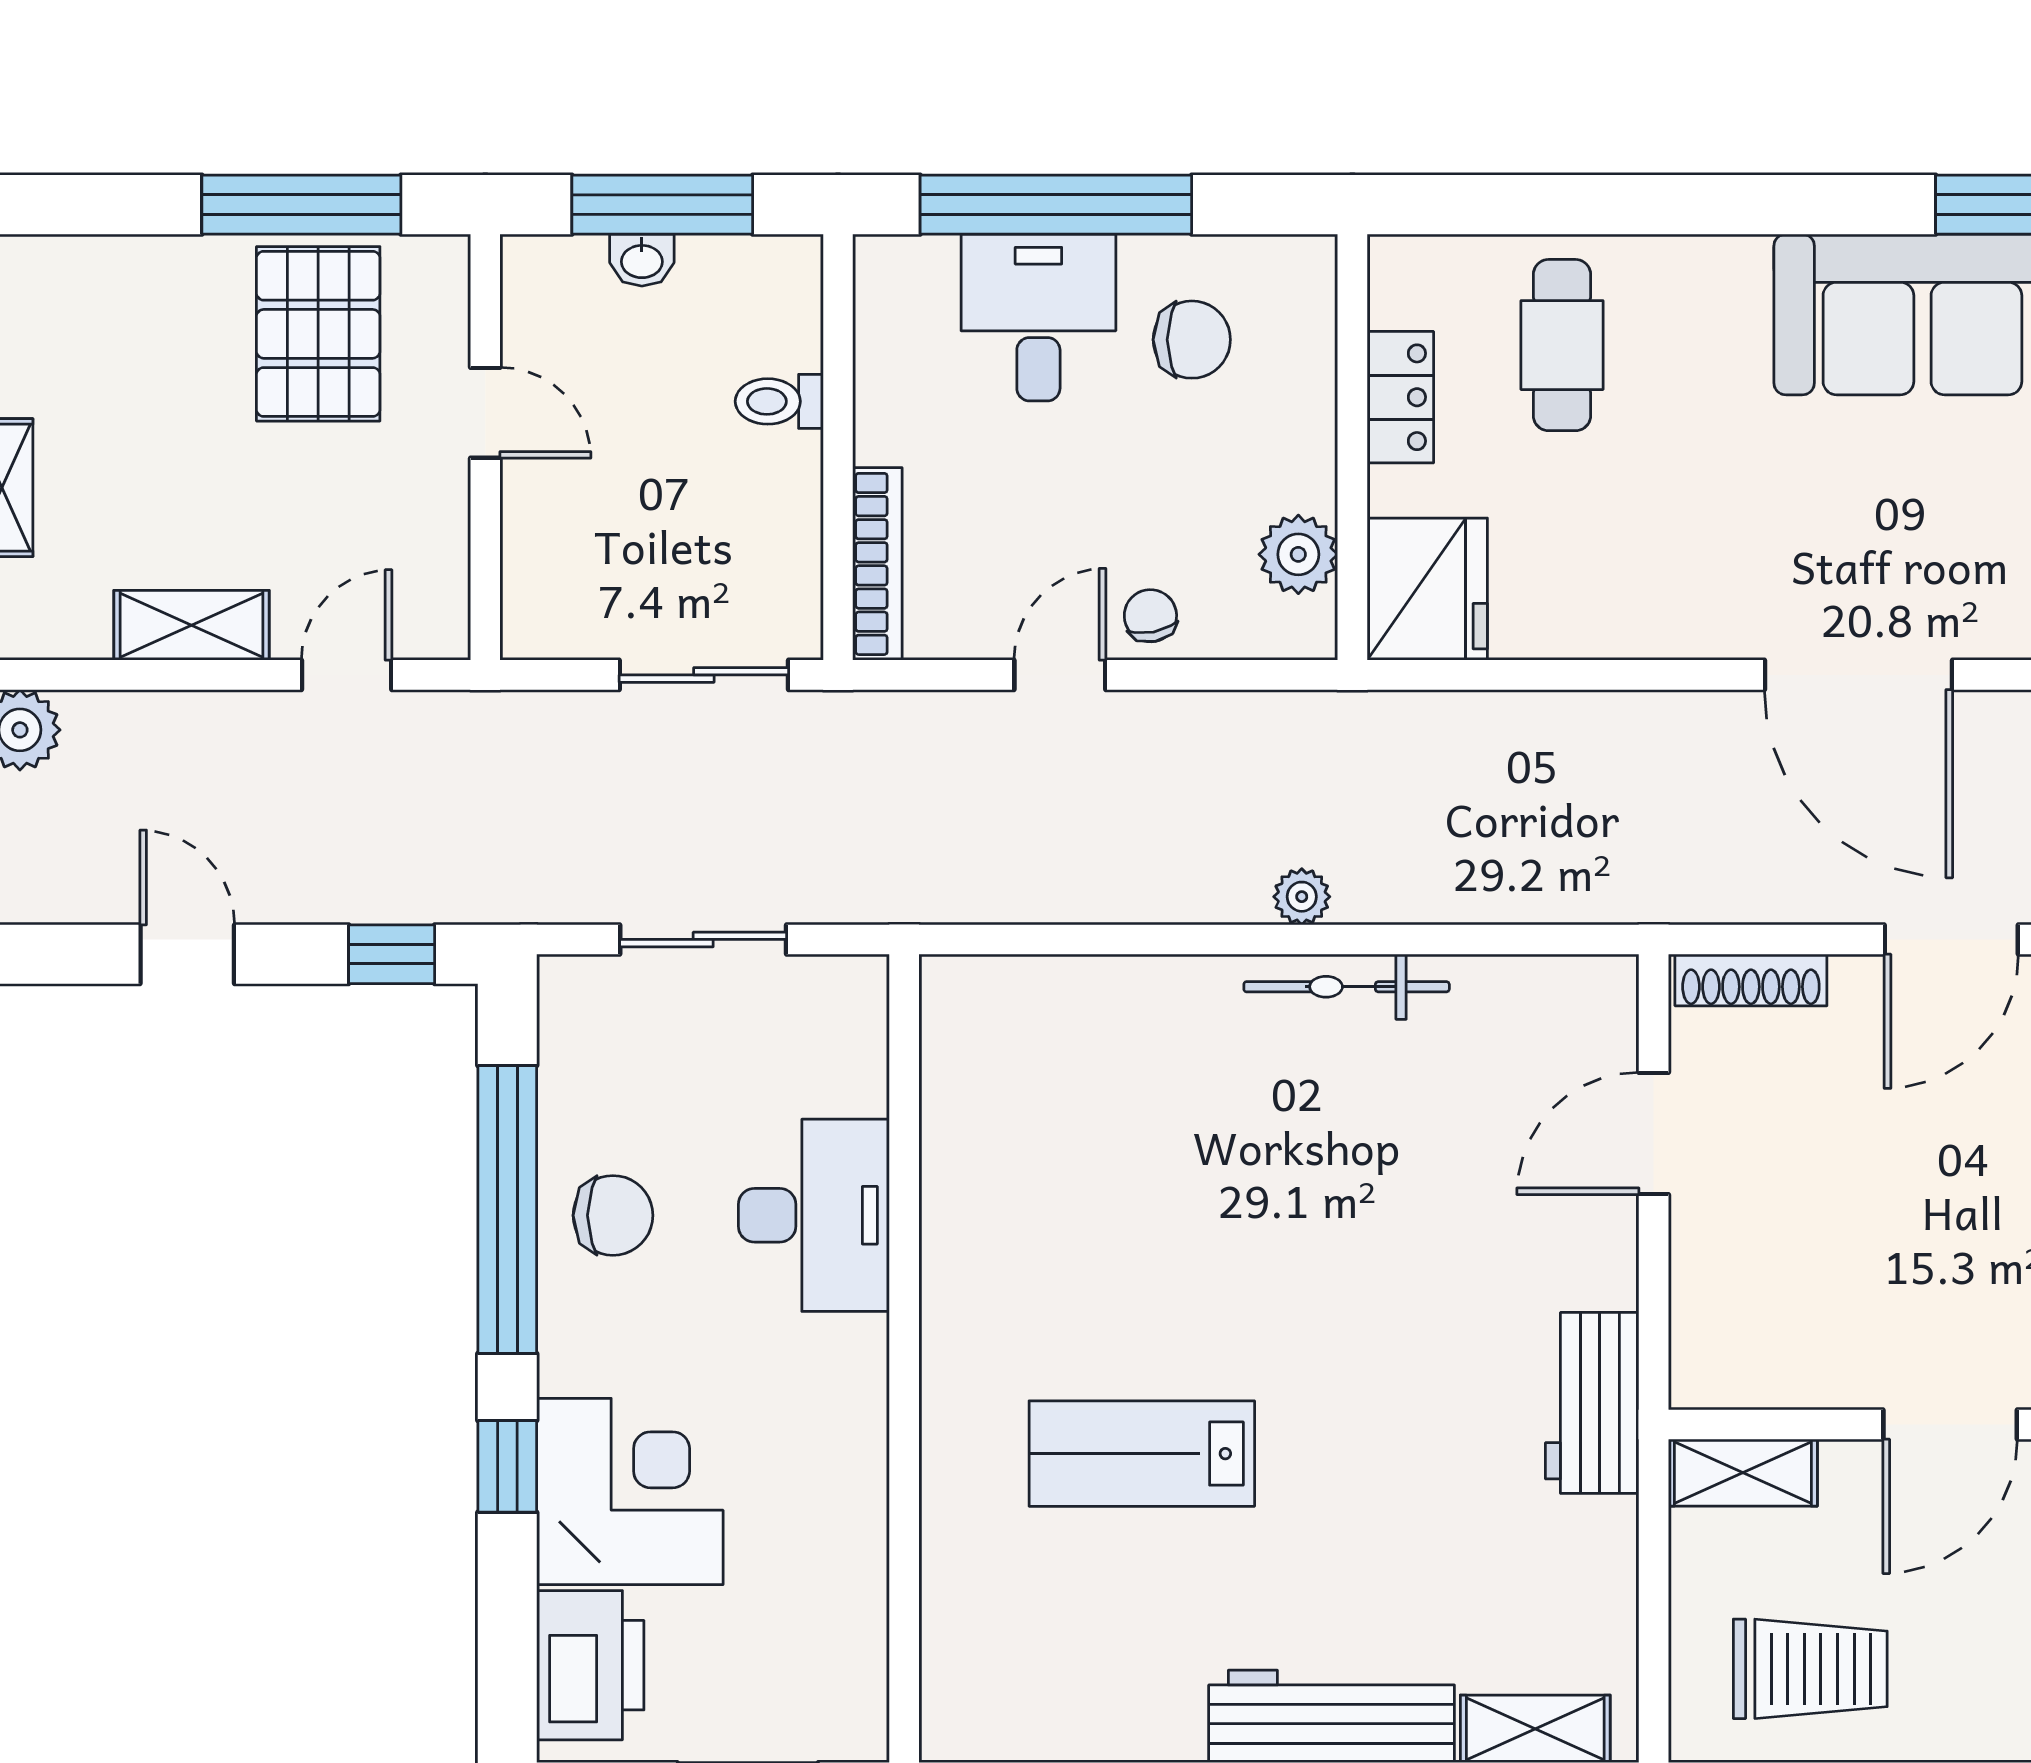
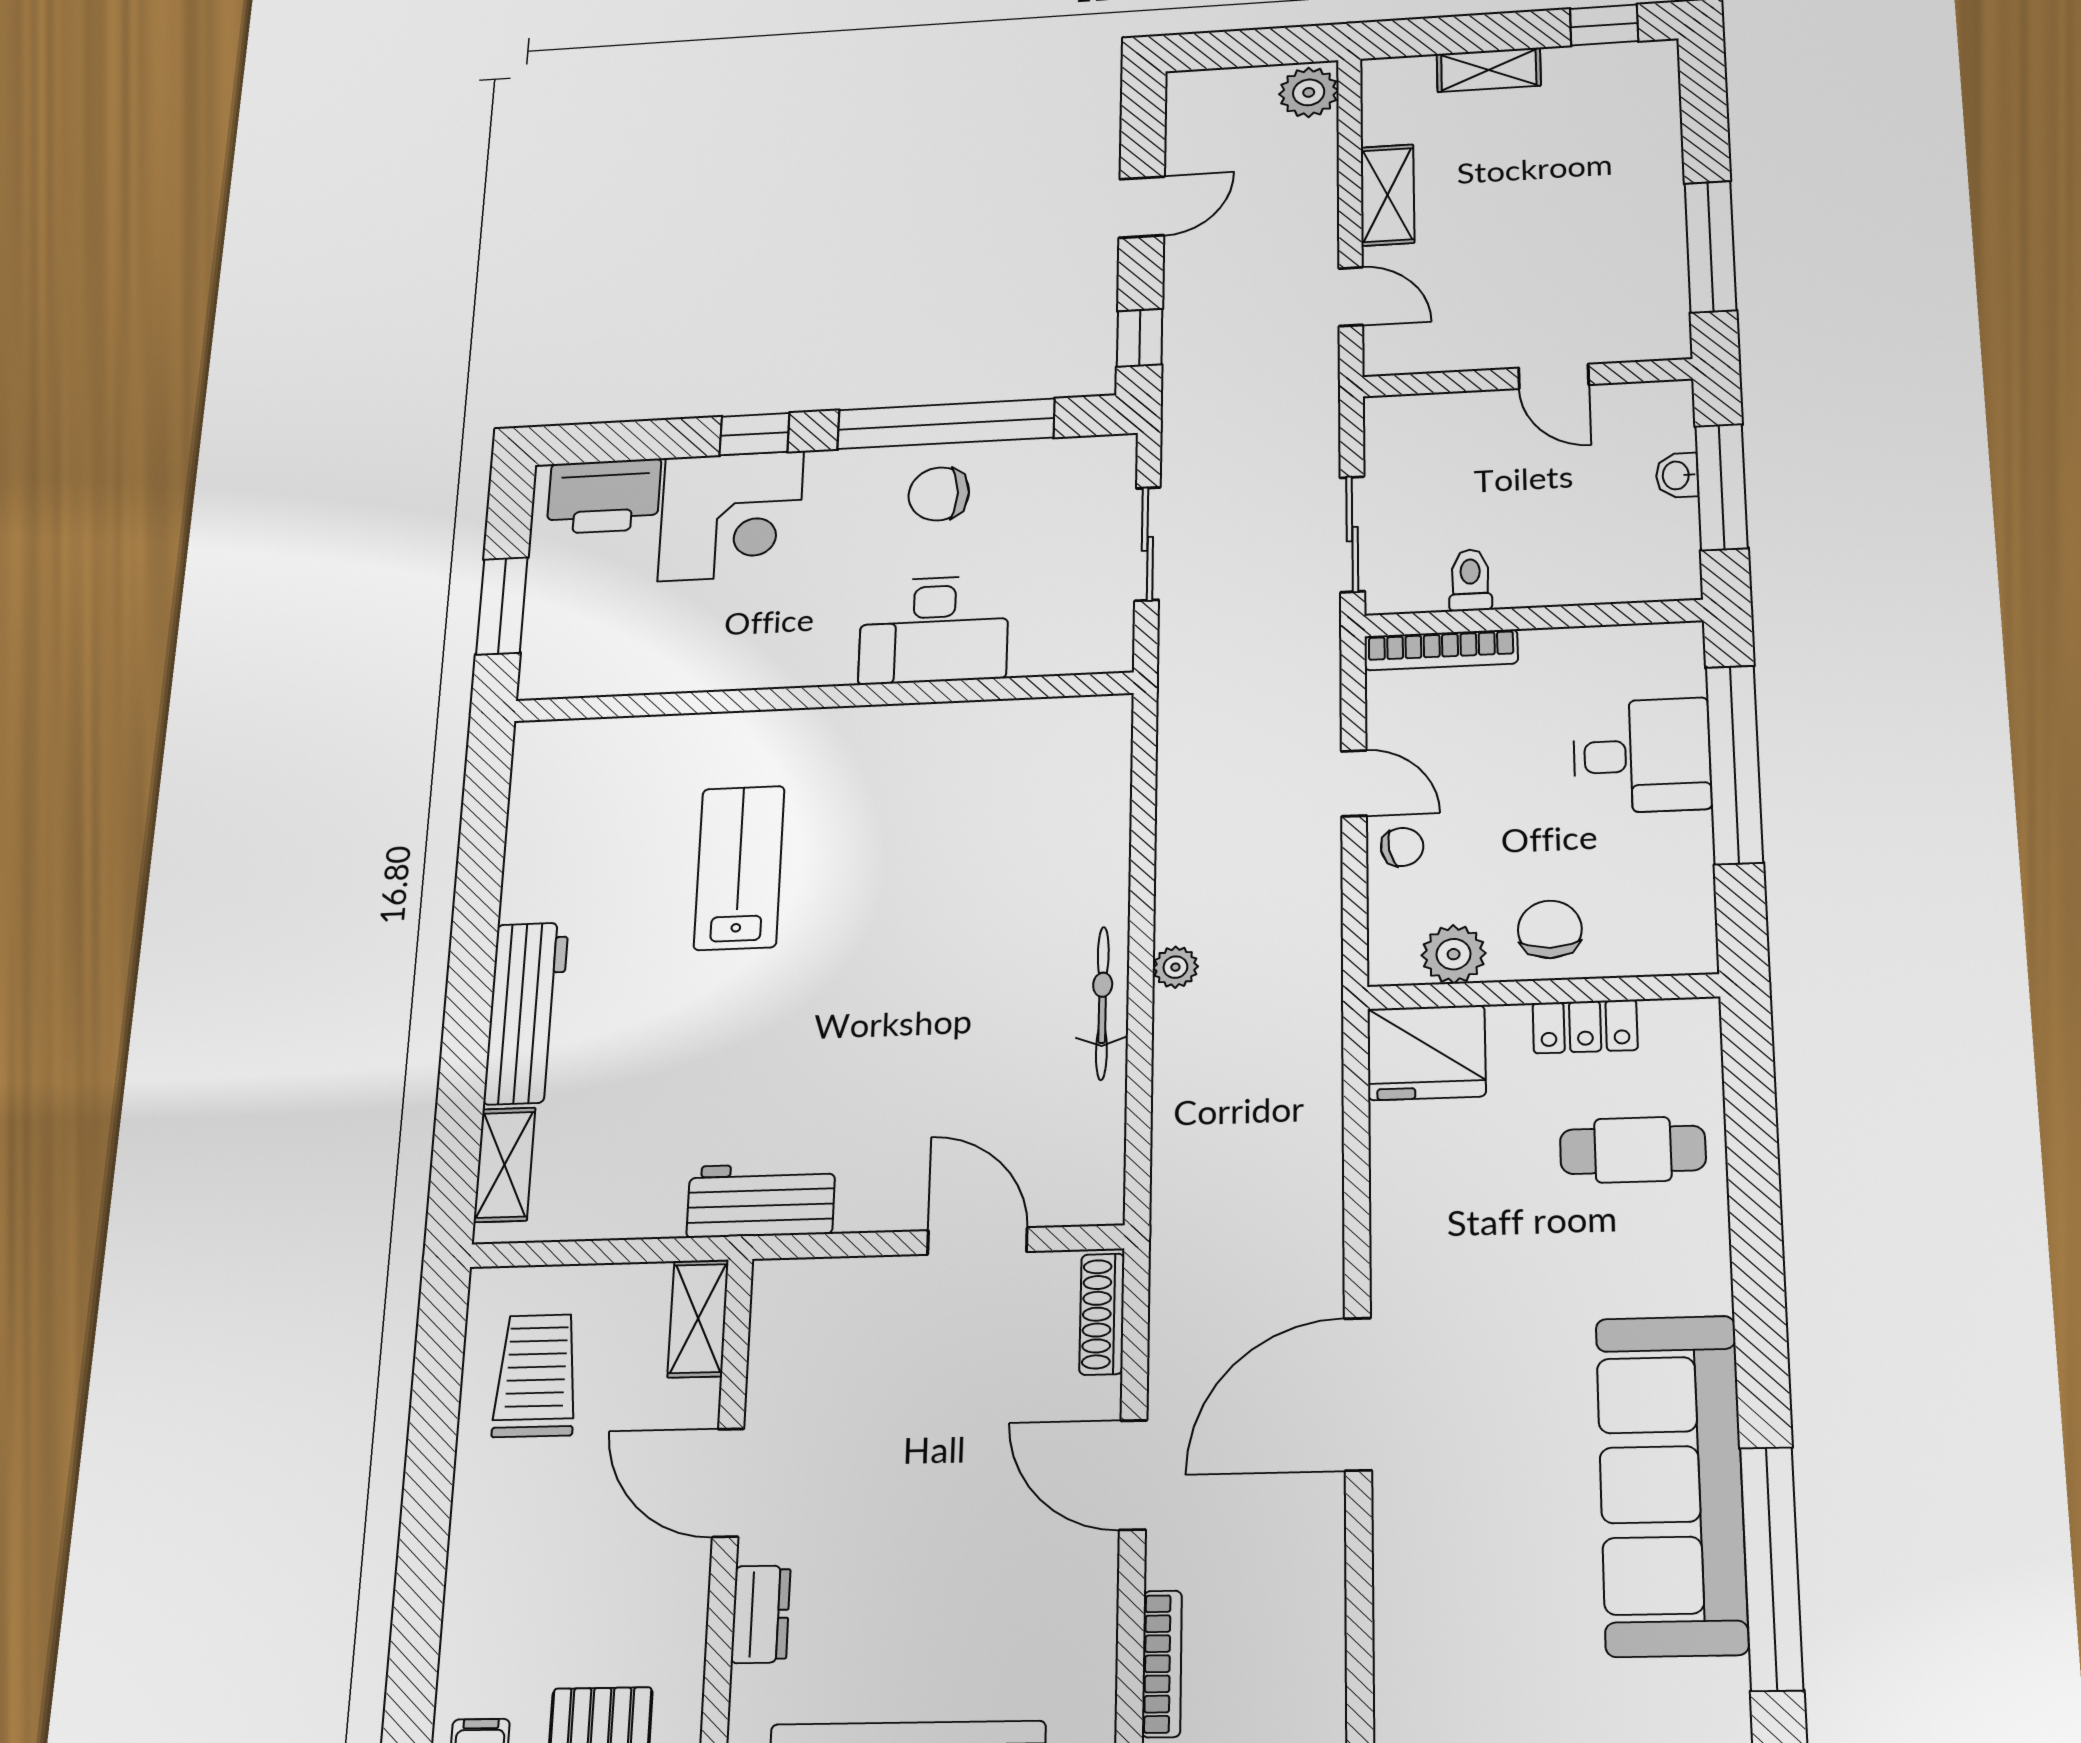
pallet: (318, 334) -> (1611, 263), removed
chair: (1192, 340) -> (1550, 929), moved, turned 180
toilet: (779, 401) -> (1470, 580), moved
door: (485, 413) -> (1554, 376), hinge flipped
chair: (613, 1215) -> (939, 494), turned 90
trolley: (1810, 1669) -> (536, 1376), turned 180

